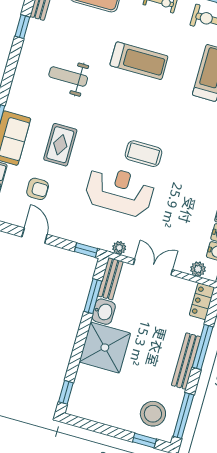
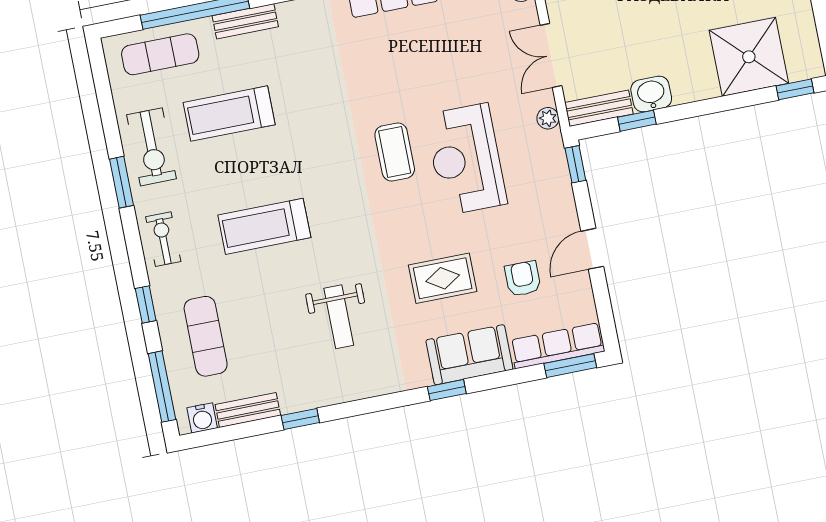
treadmill: (139, 61) -> (264, 226), turned -90
window: (93, 296) -> (637, 121), width x0.67
shower: (105, 348) -> (749, 57), moved

